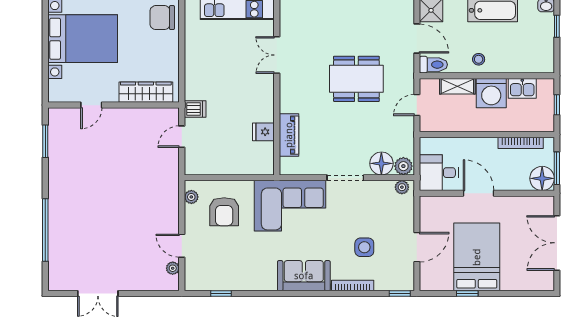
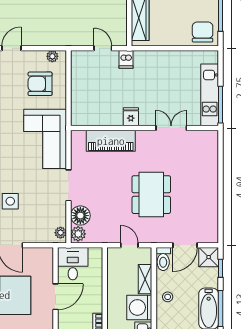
fridge: (263, 132) -> (131, 117), moved
piano: (289, 135) -> (111, 141), width x1.37, depth x1.33

